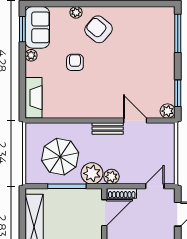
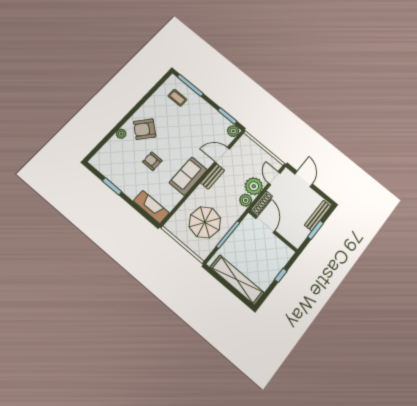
sofa: (37, 27) -> (188, 176), moved, turned -90
window: (22, 29) -> (112, 186), moved
coffee table: (155, 32) -> (177, 98), added
plant: (31, 55) -> (122, 185), removed
plant: (92, 173) -> (254, 186), moved

